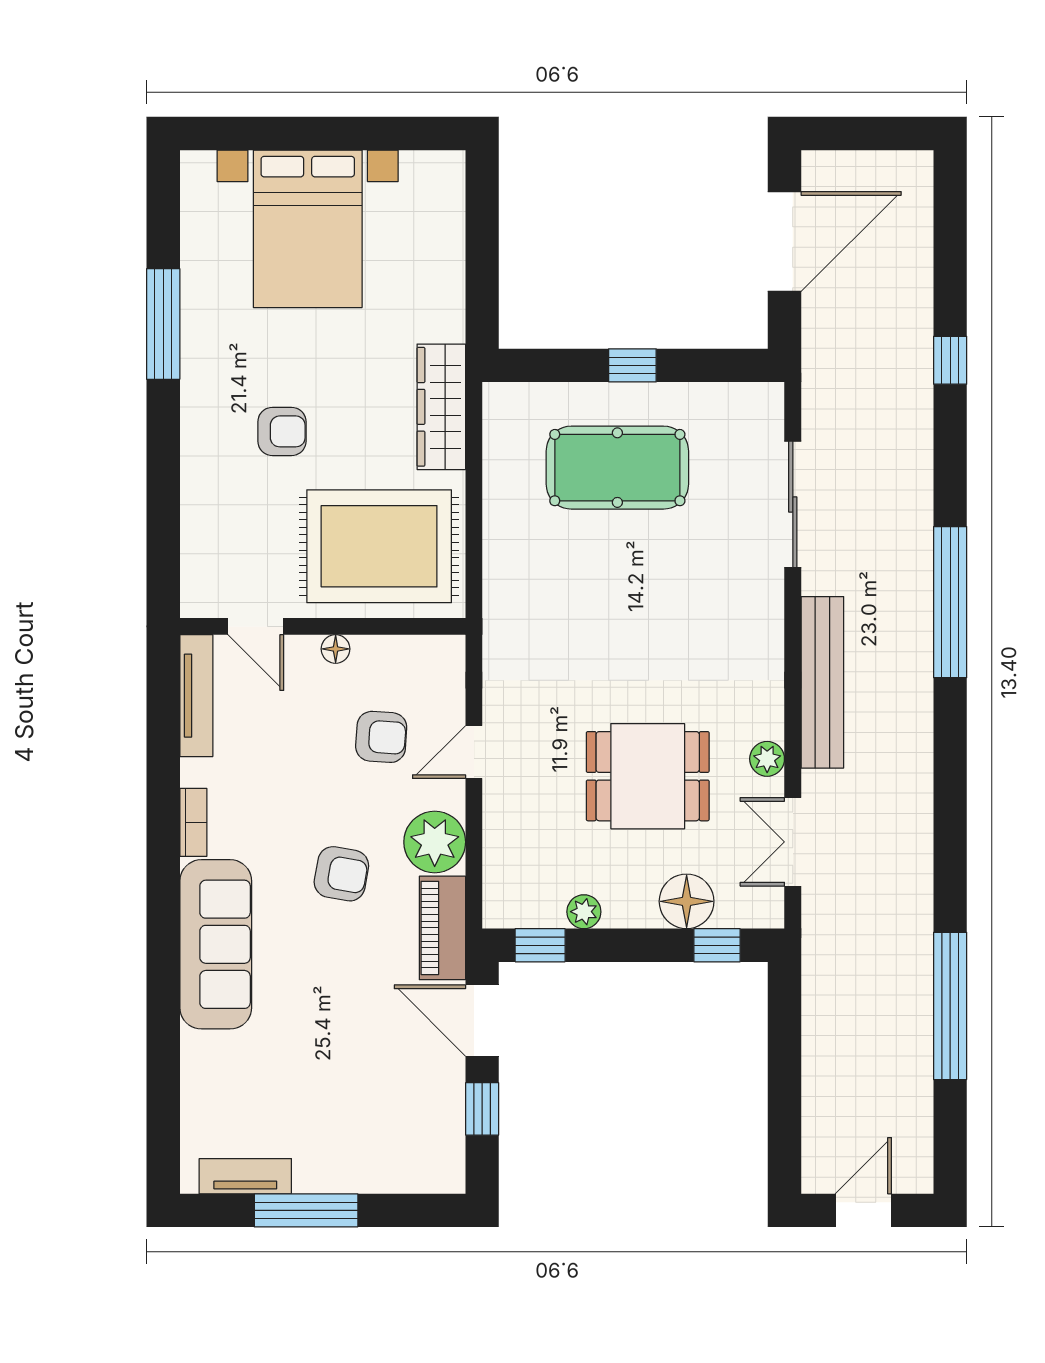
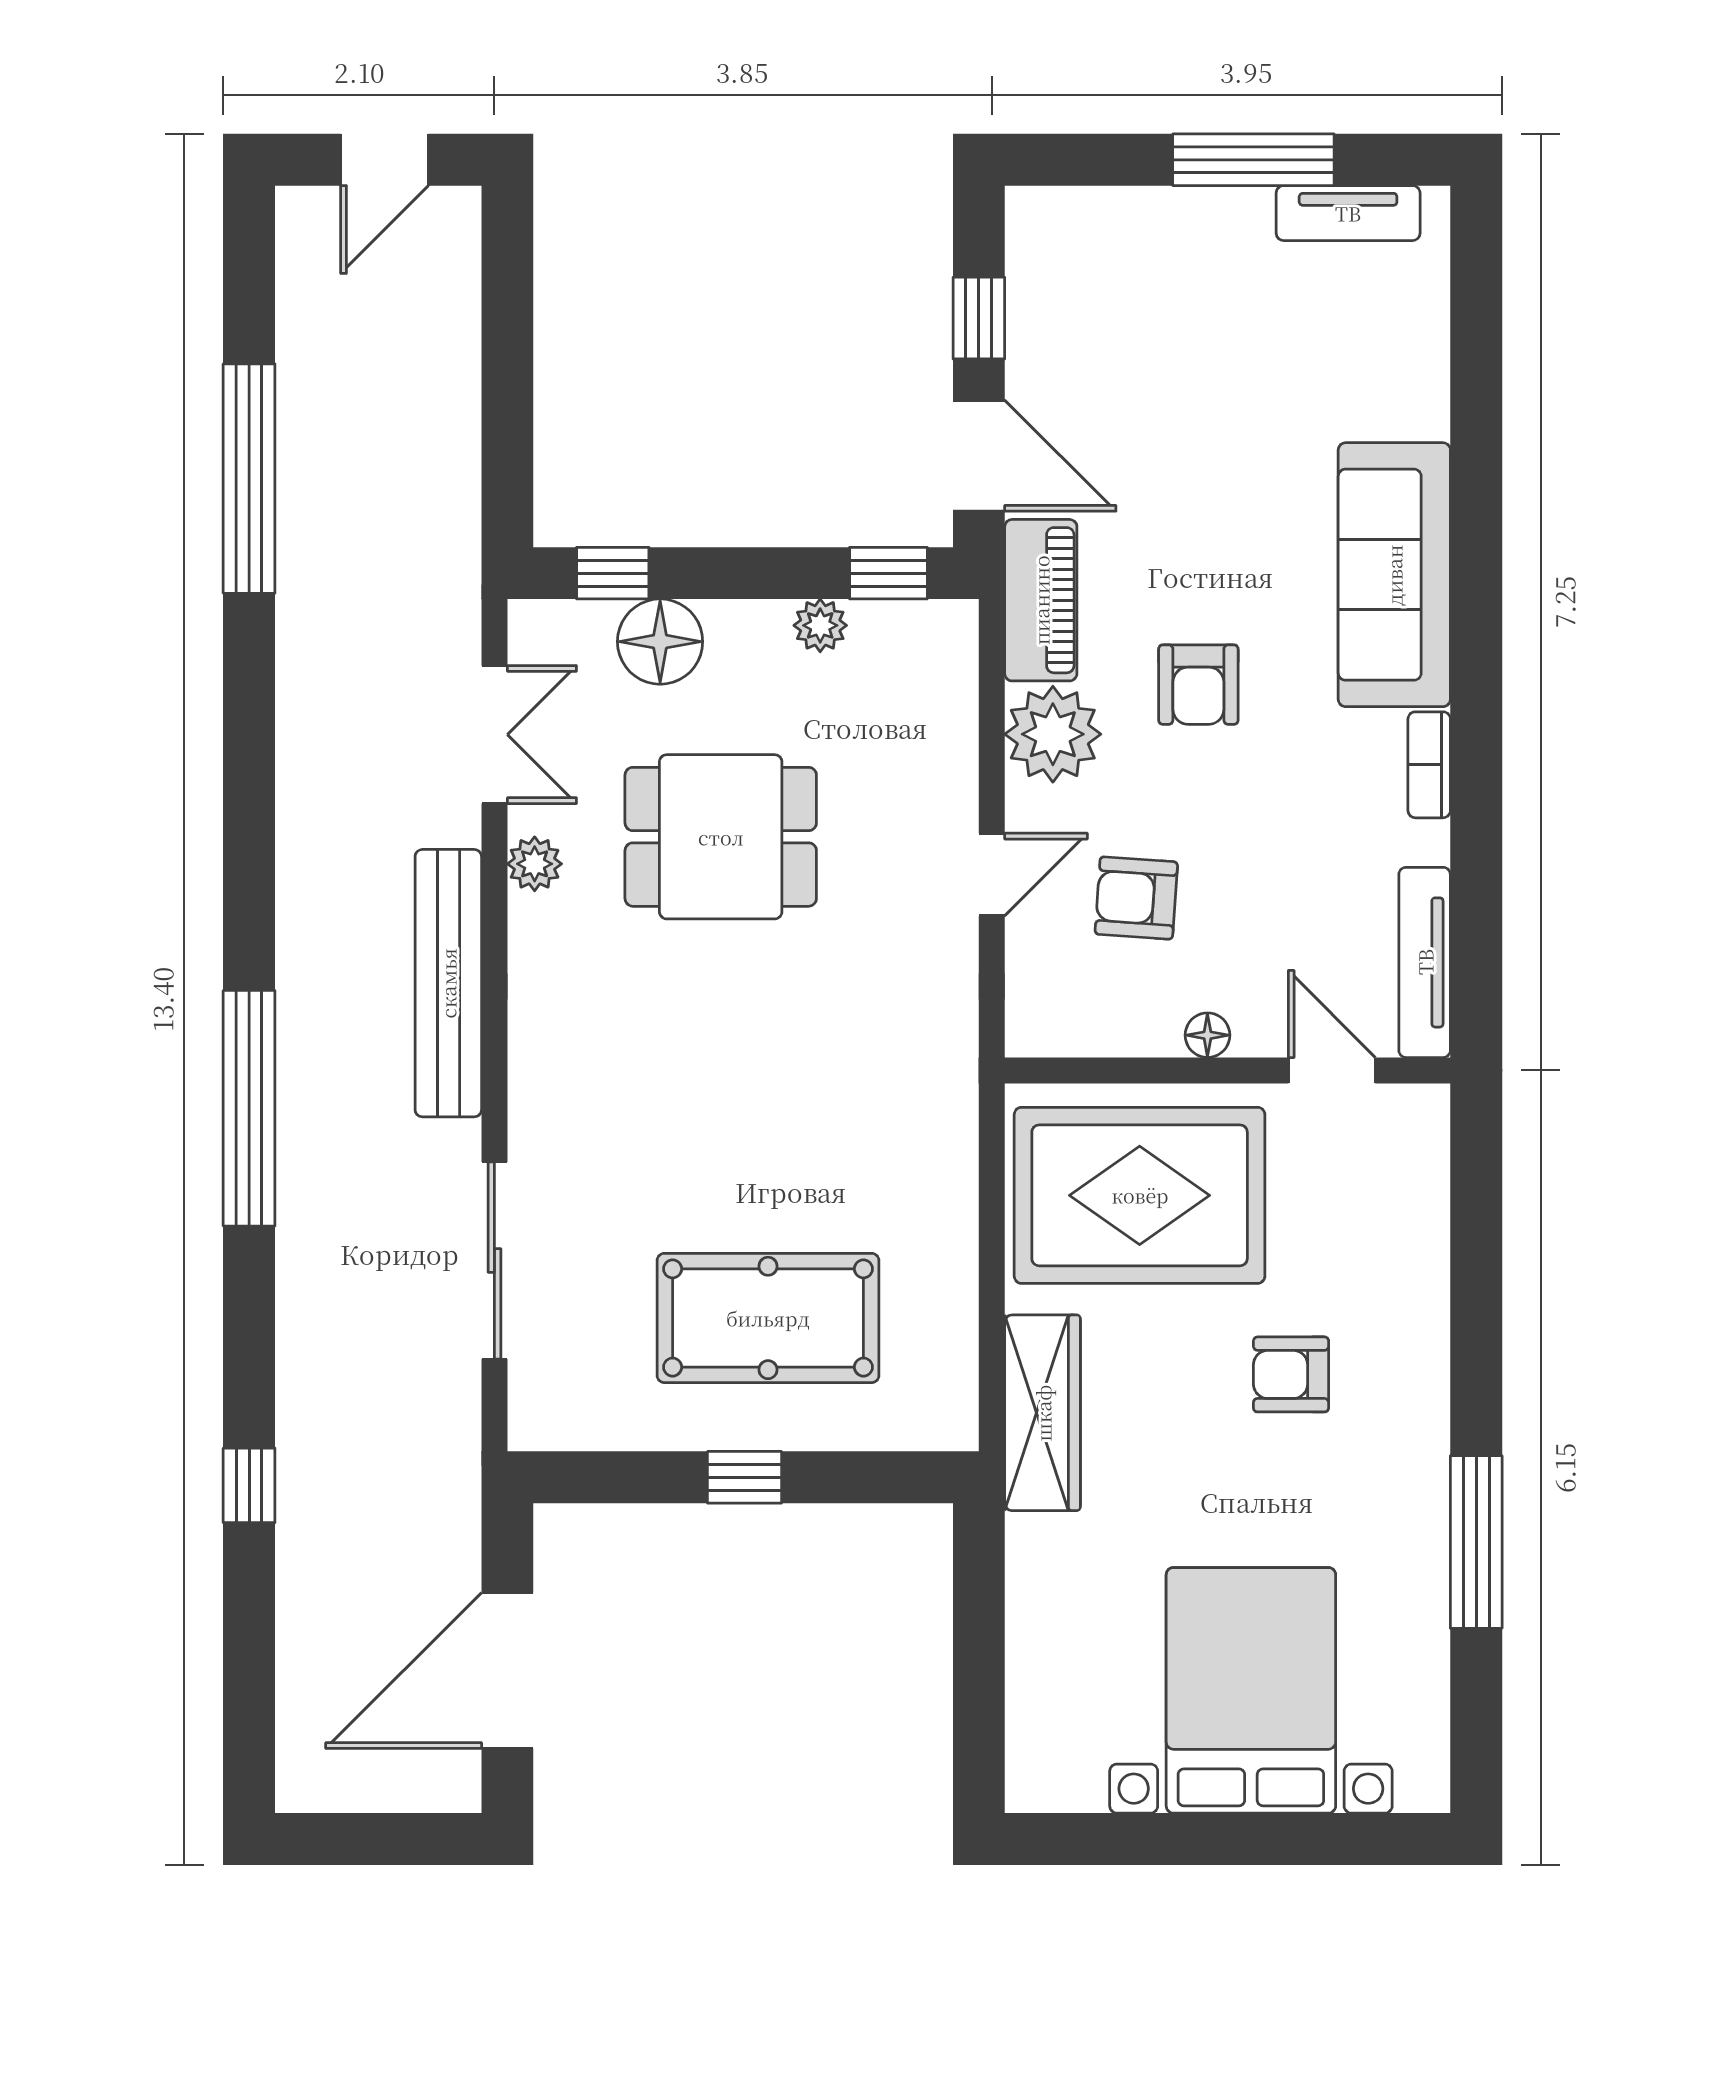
armchair: (341, 874) -> (1198, 685), turned -100

